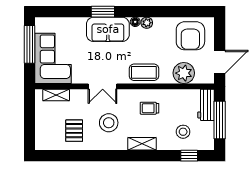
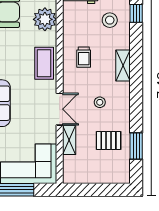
shelving: (56, 95) -> (69, 140), moved
stool: (109, 123) -> (100, 102), width x0.53, depth x0.53
window: (69, 156) -> (136, 146), added

